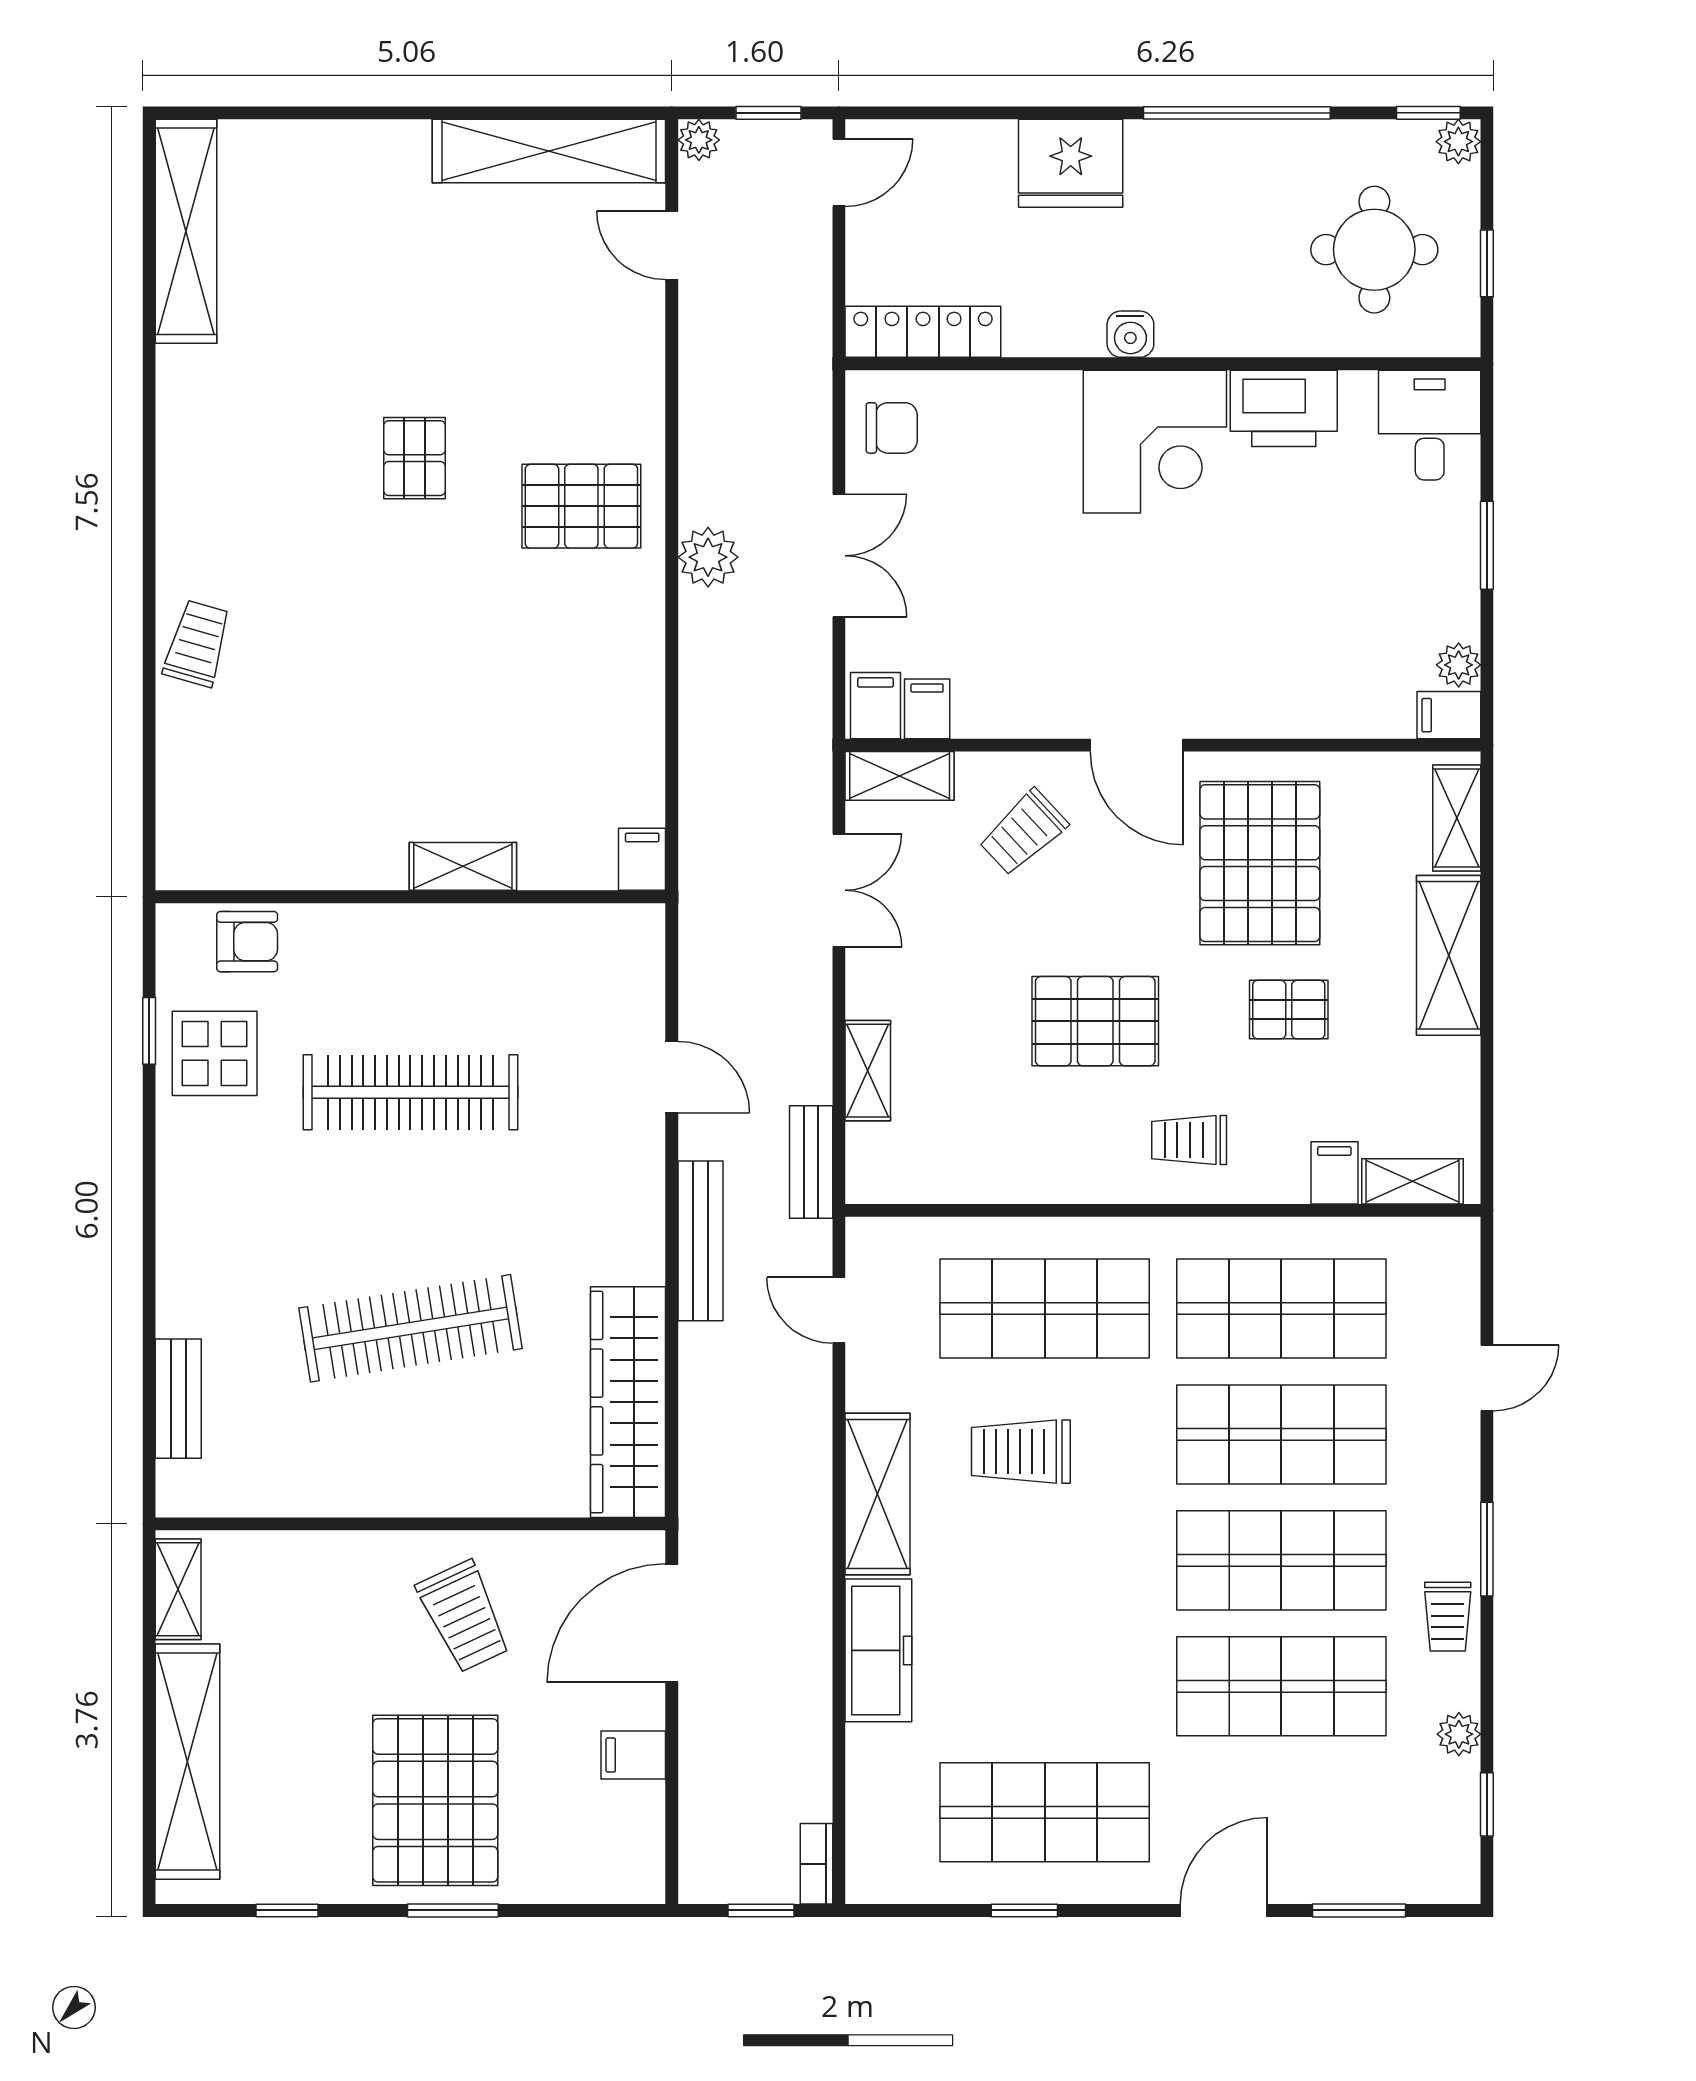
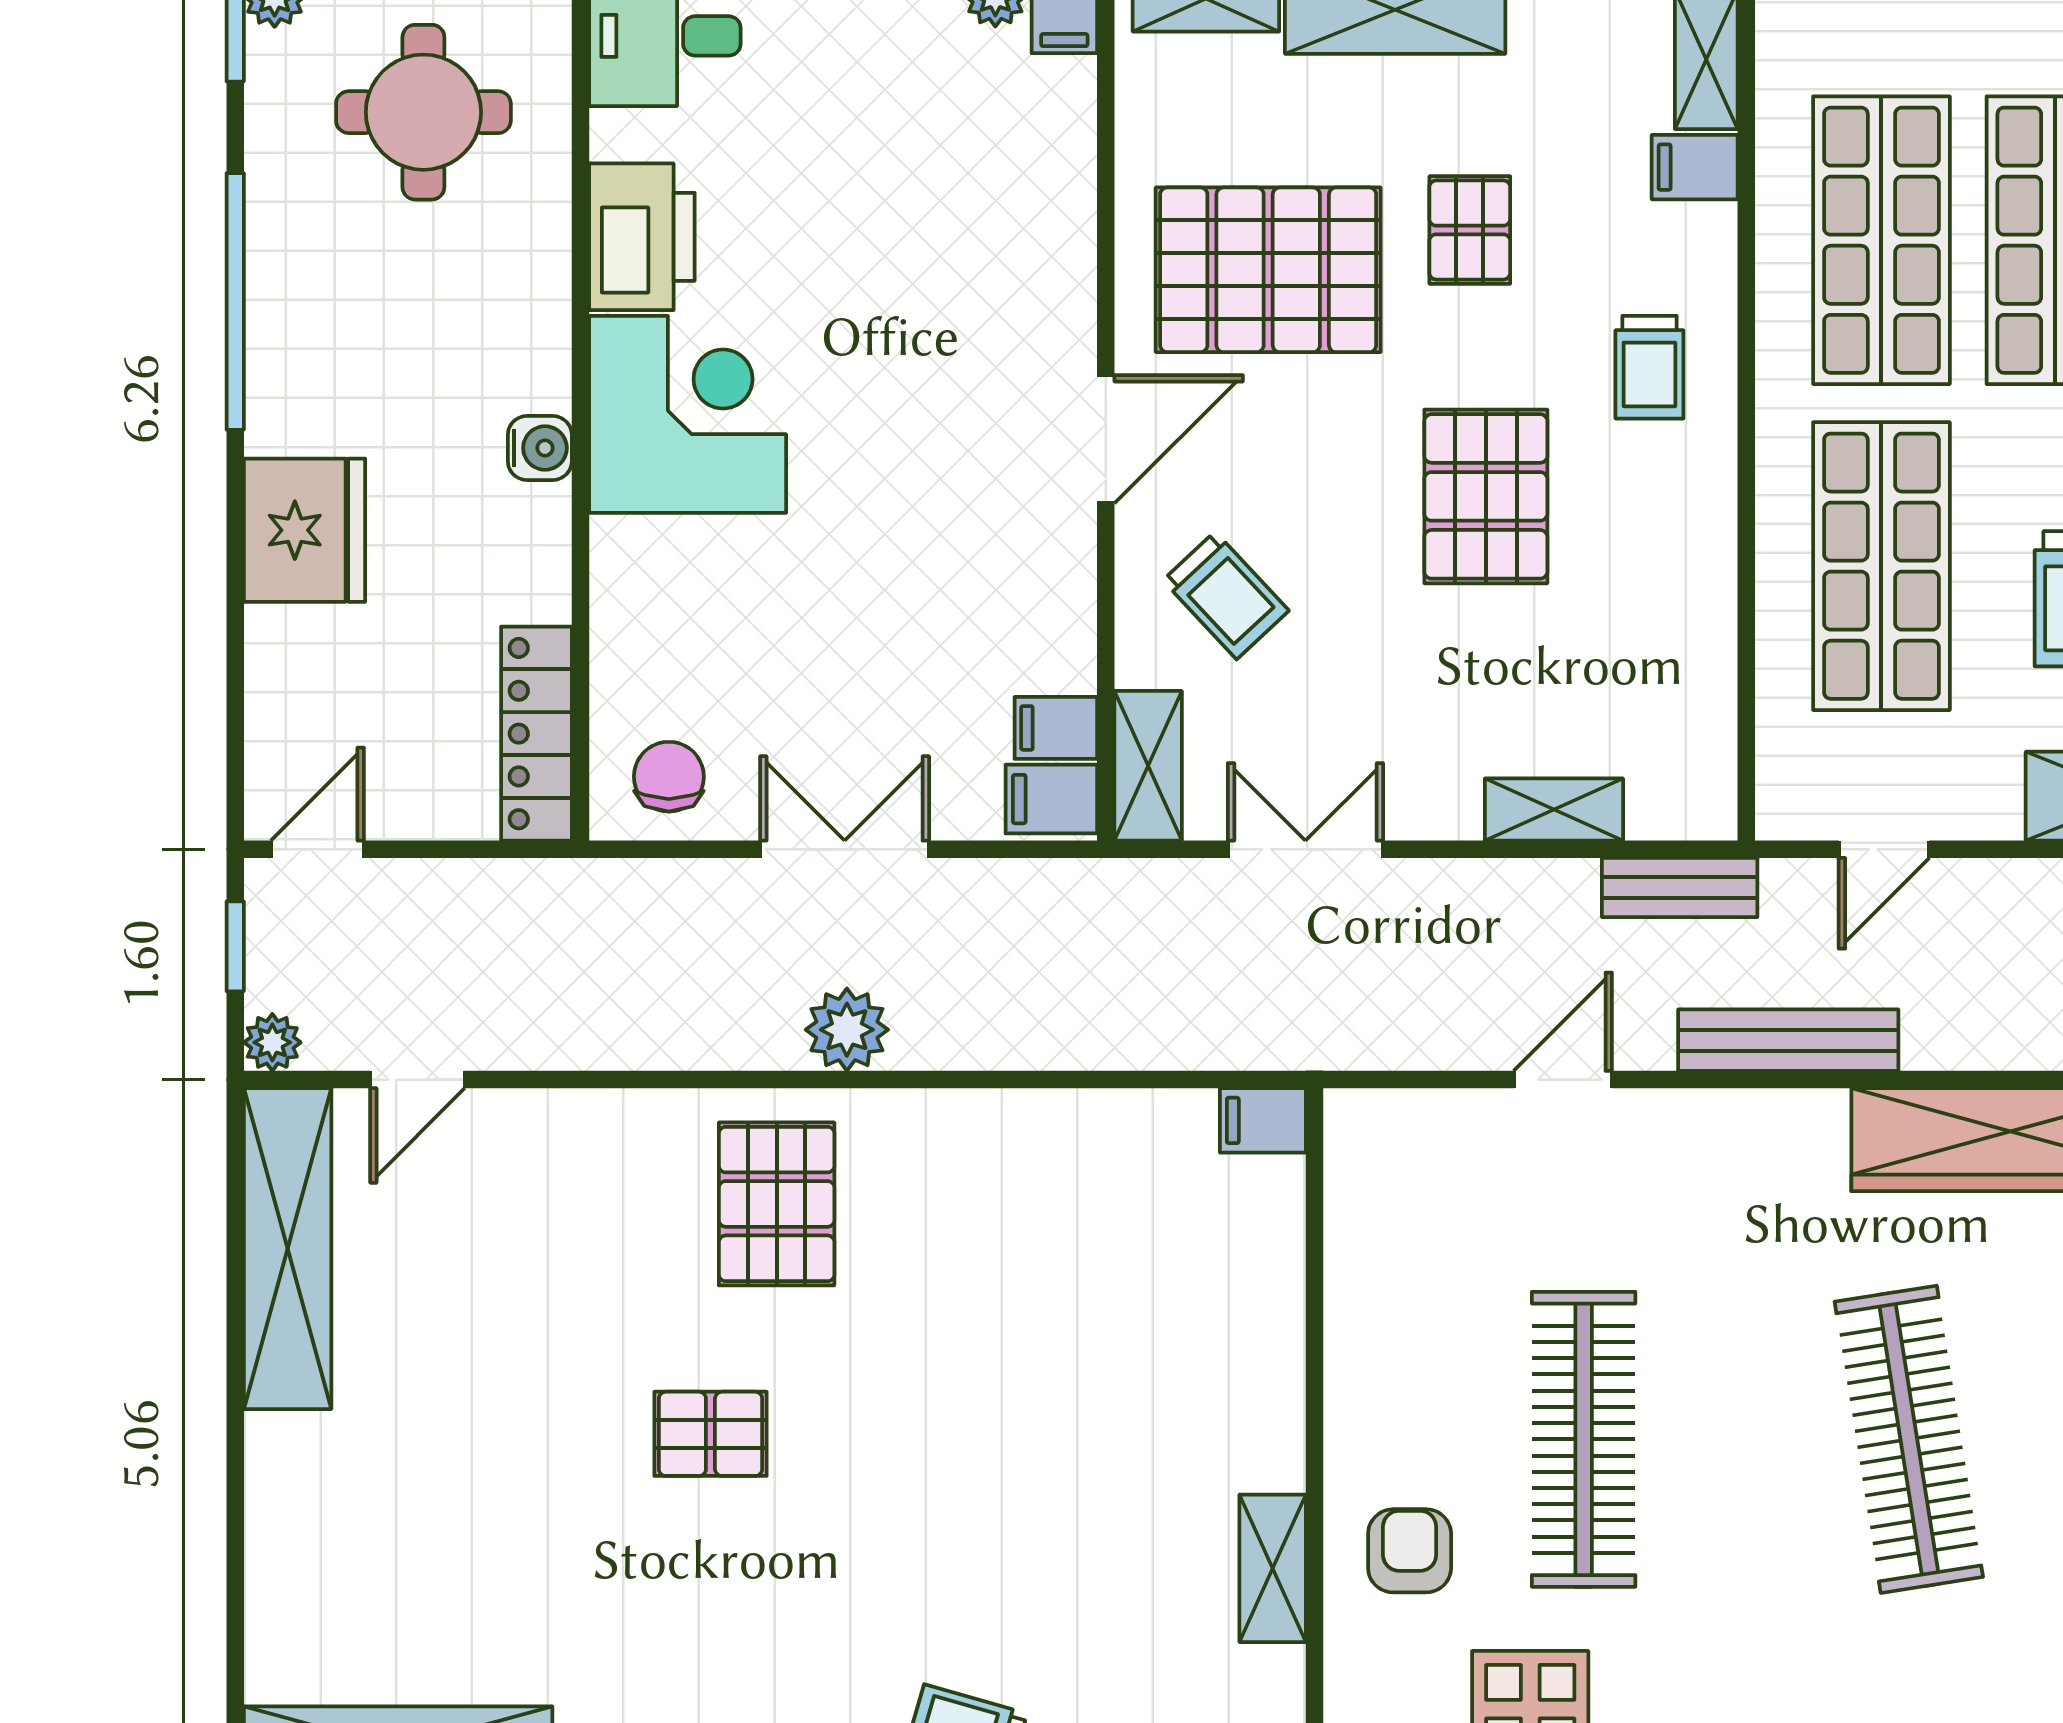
door: (839, 173) -> (317, 849), hinge flipped
shelving: (463, 866) -> (1273, 1568), moved
armchair: (247, 942) -> (1410, 1551), moved

